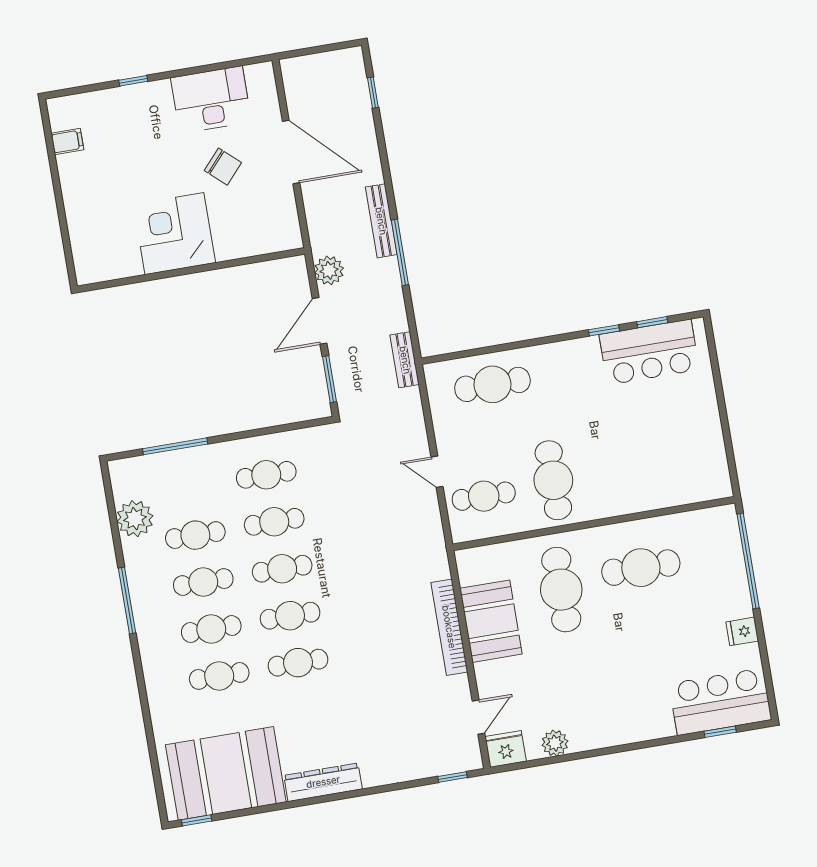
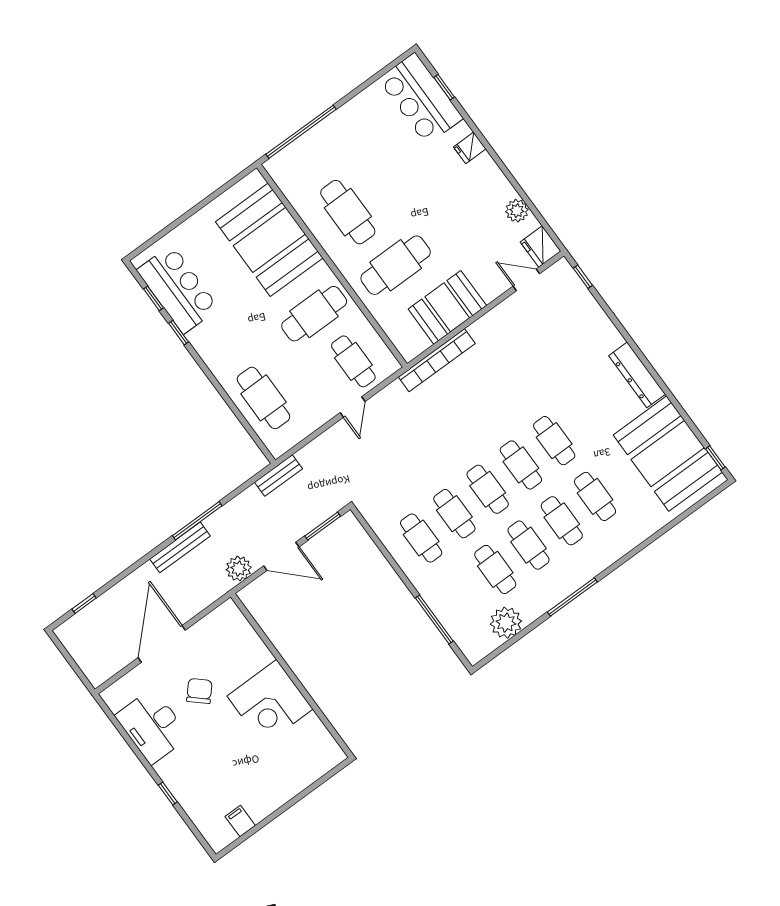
booth: (653, 472) -> (269, 240), added
bookcase: (449, 627) -> (437, 360), moved
fridge: (742, 631) -> (470, 148), moved, turned 90

